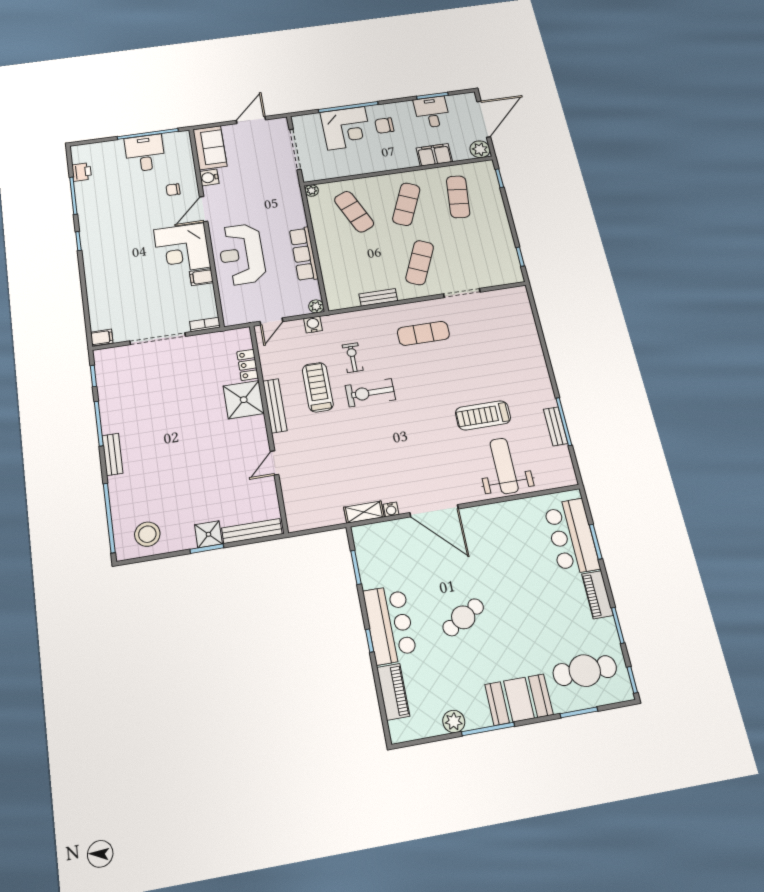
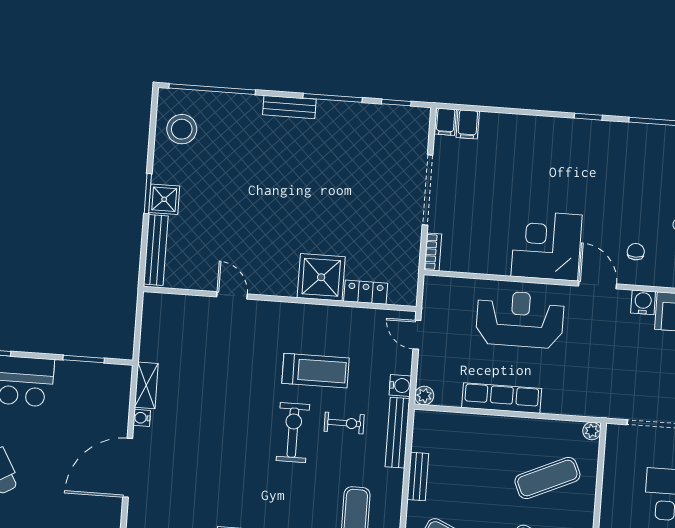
filing cabinet: (201, 277) -> (468, 124), moved, turned 180
bench: (275, 406) -> (398, 433), moved, turned 90

